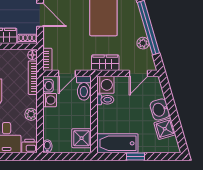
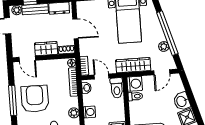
wardrobe: (105, 63) -> (133, 65), width x1.50
door: (67, 73) -> (101, 76), swing flipped
washing machine: (50, 100) -> (89, 112), moved

